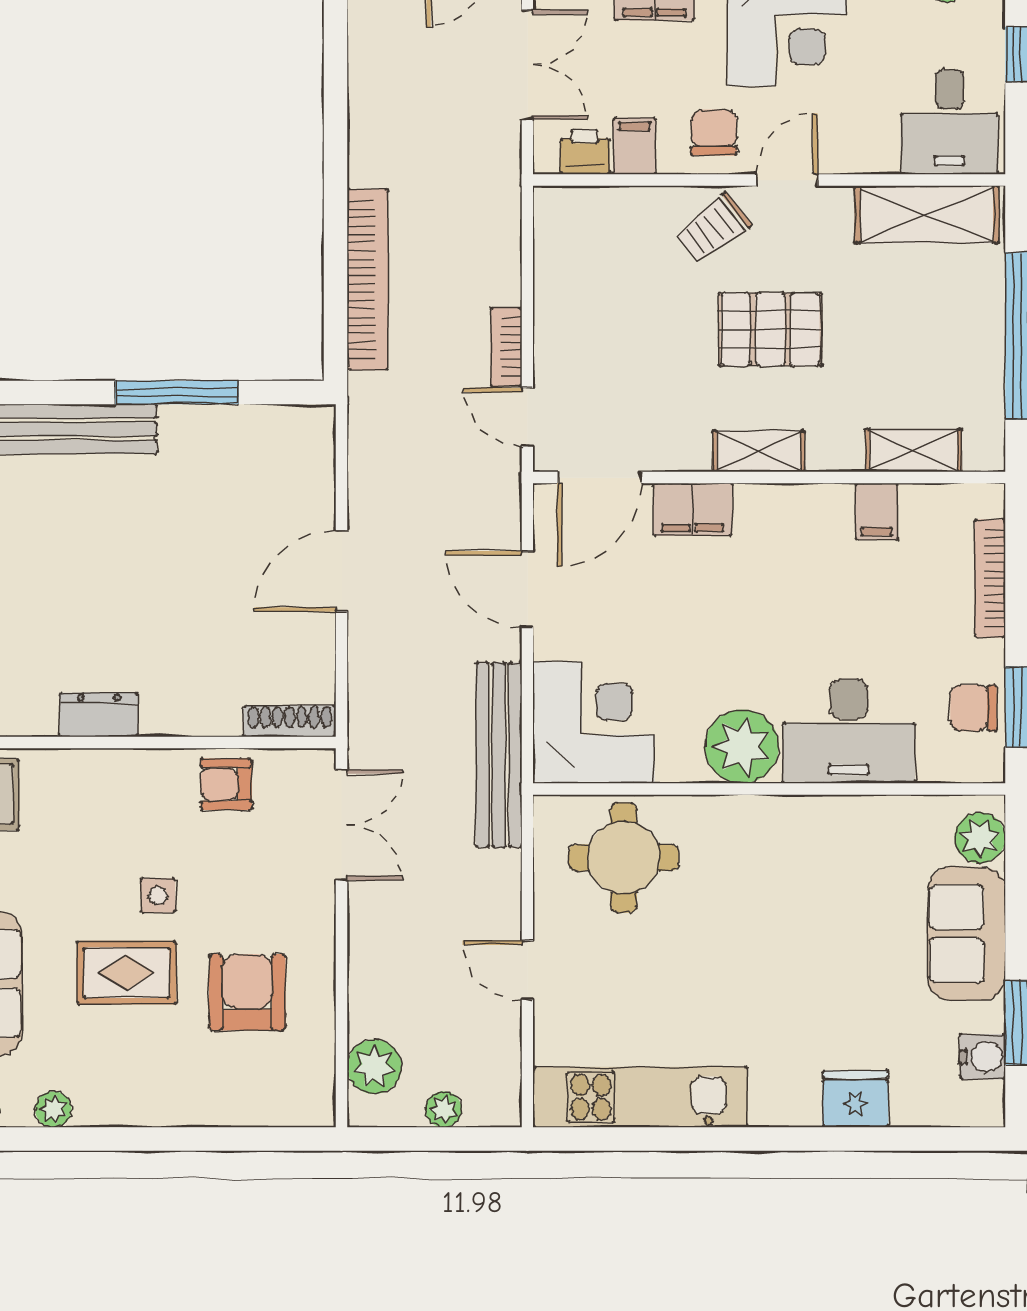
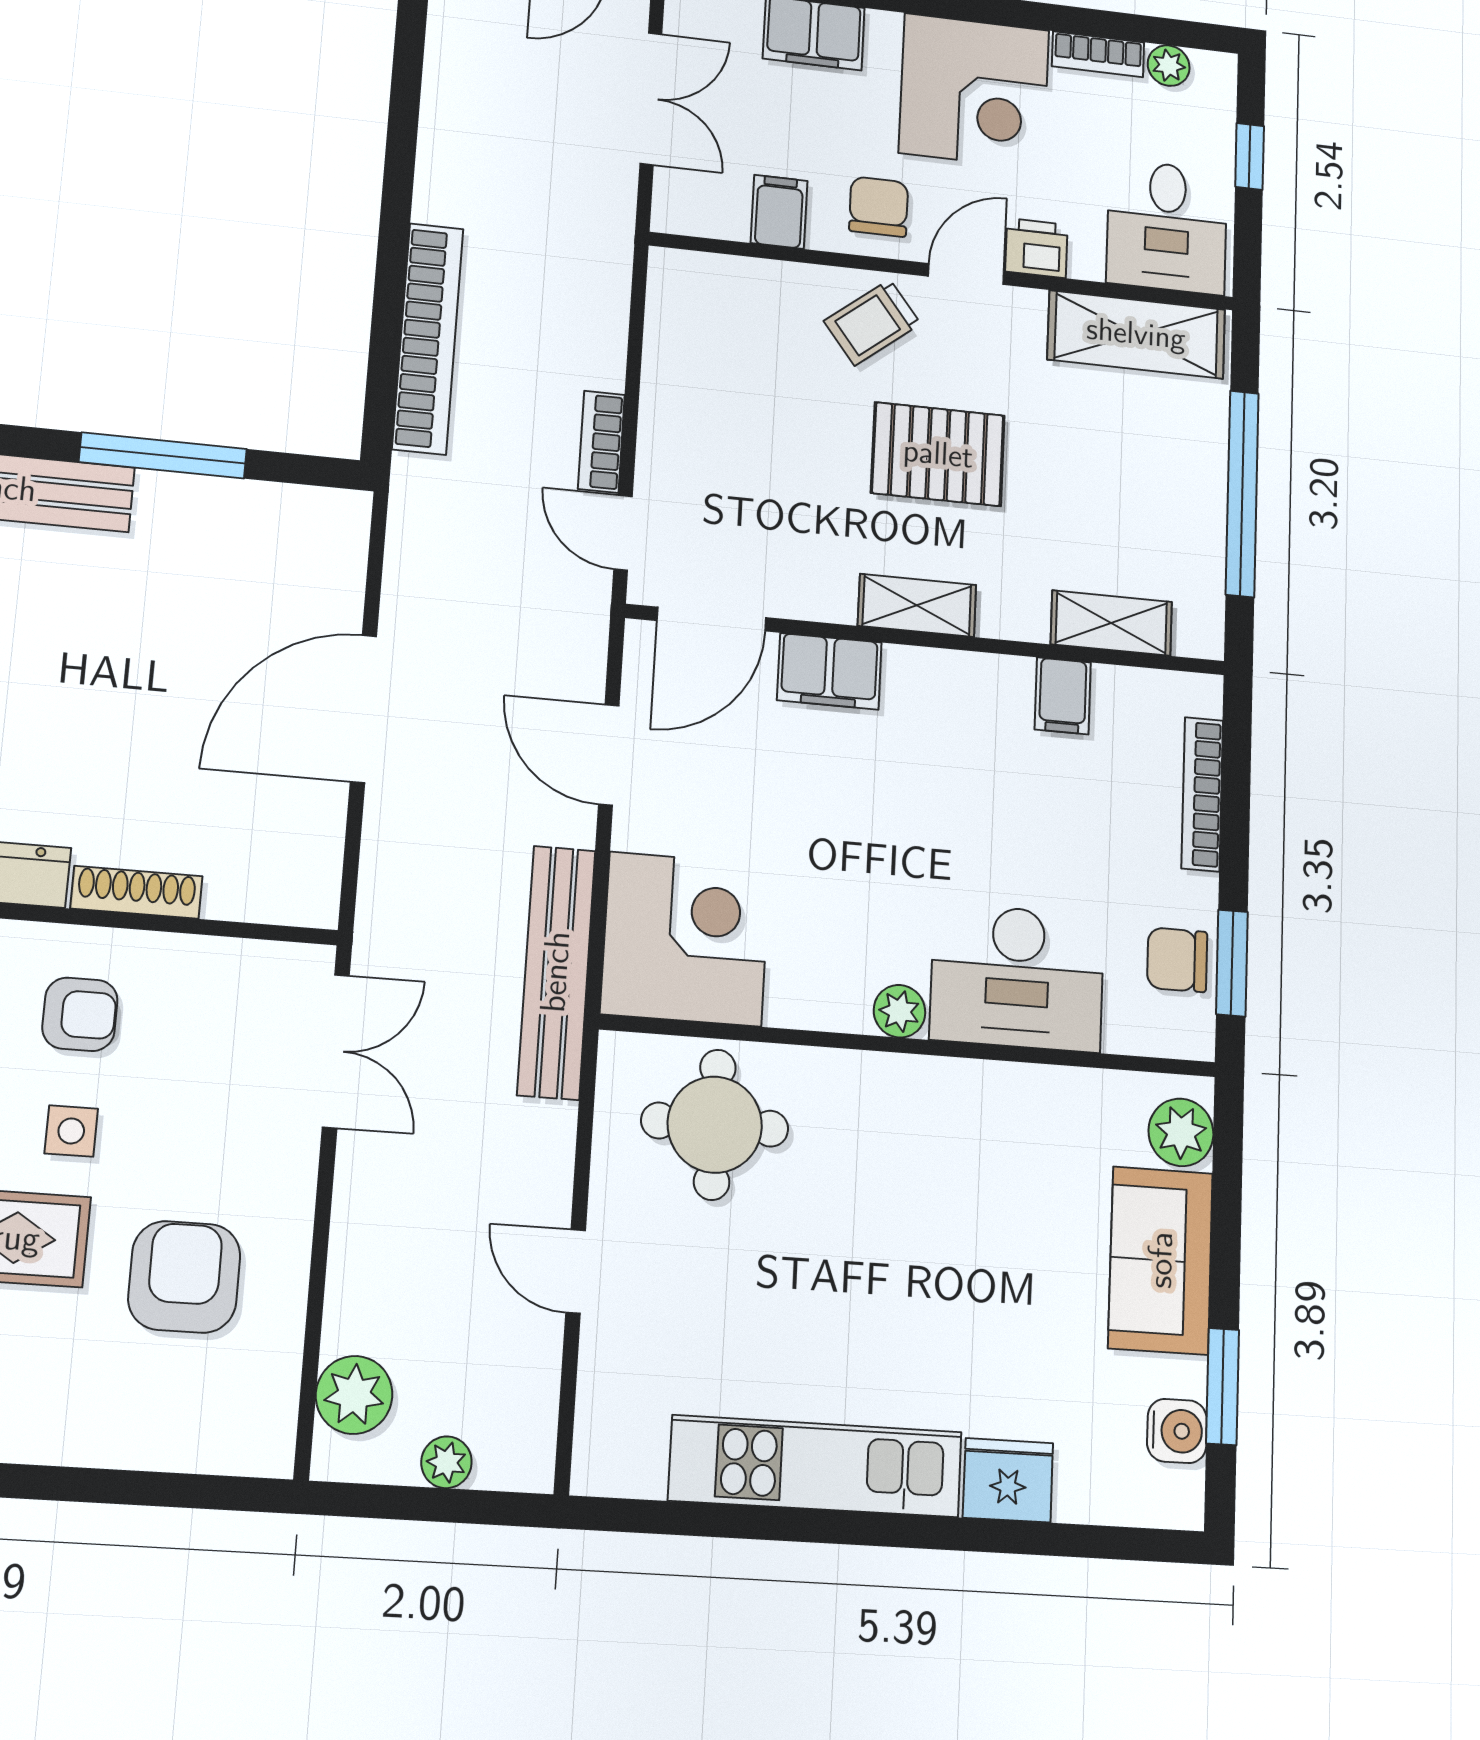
printer: (585, 152) -> (1036, 248), moved
door: (341, 571) -> (363, 709), width x1.36
shoe rack: (290, 721) -> (137, 892), moved
plant: (742, 746) -> (899, 1011), width x0.53, depth x0.53
armchair: (226, 784) -> (80, 1014), moved, turned 180
kitchen unit: (640, 1097) -> (816, 1466), moved

